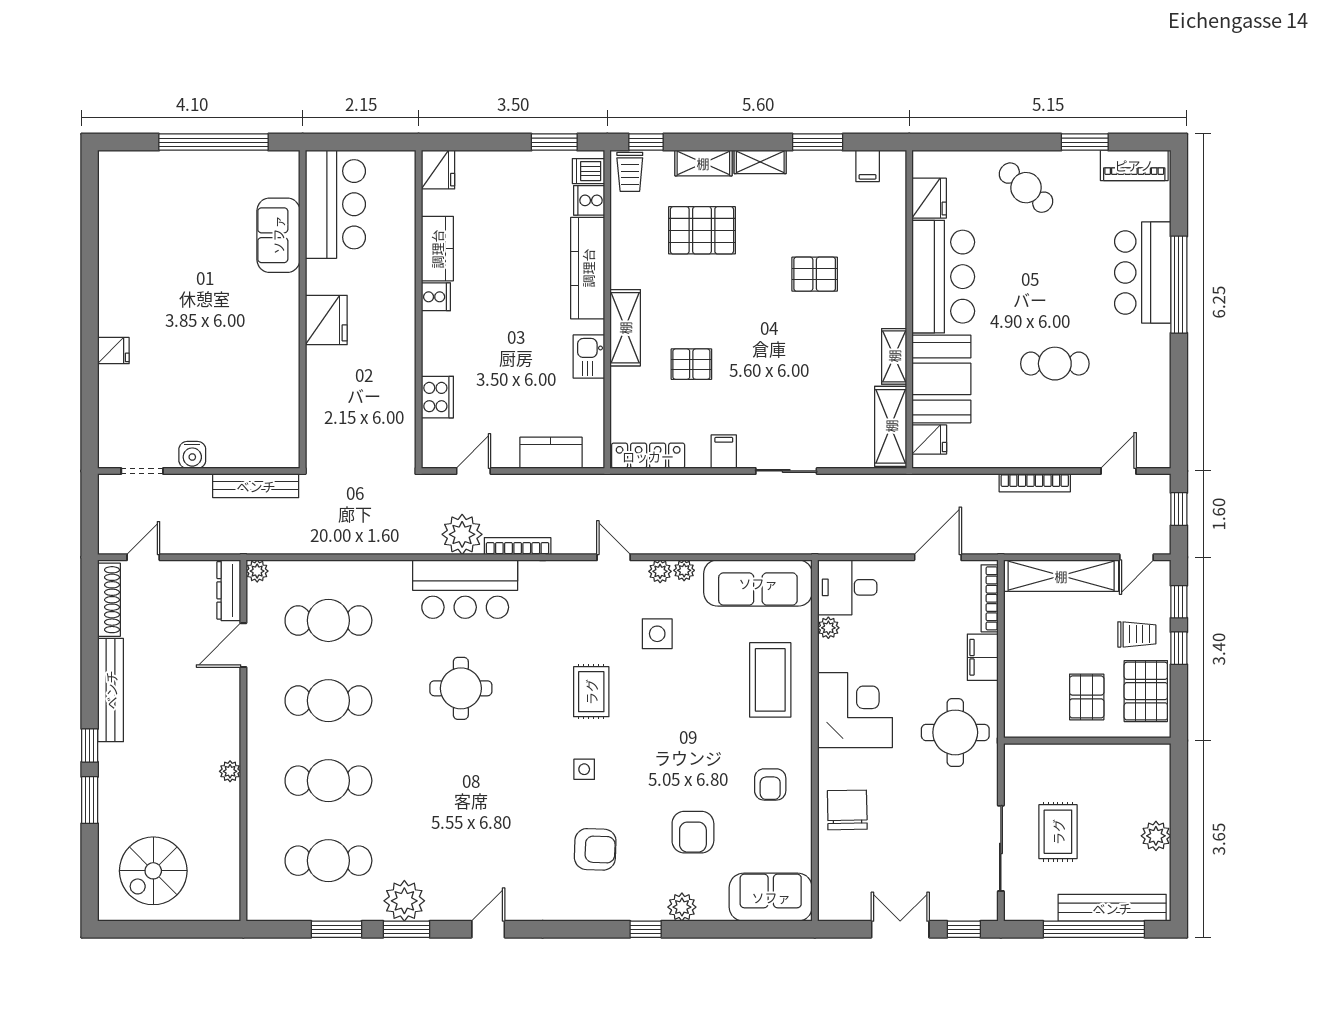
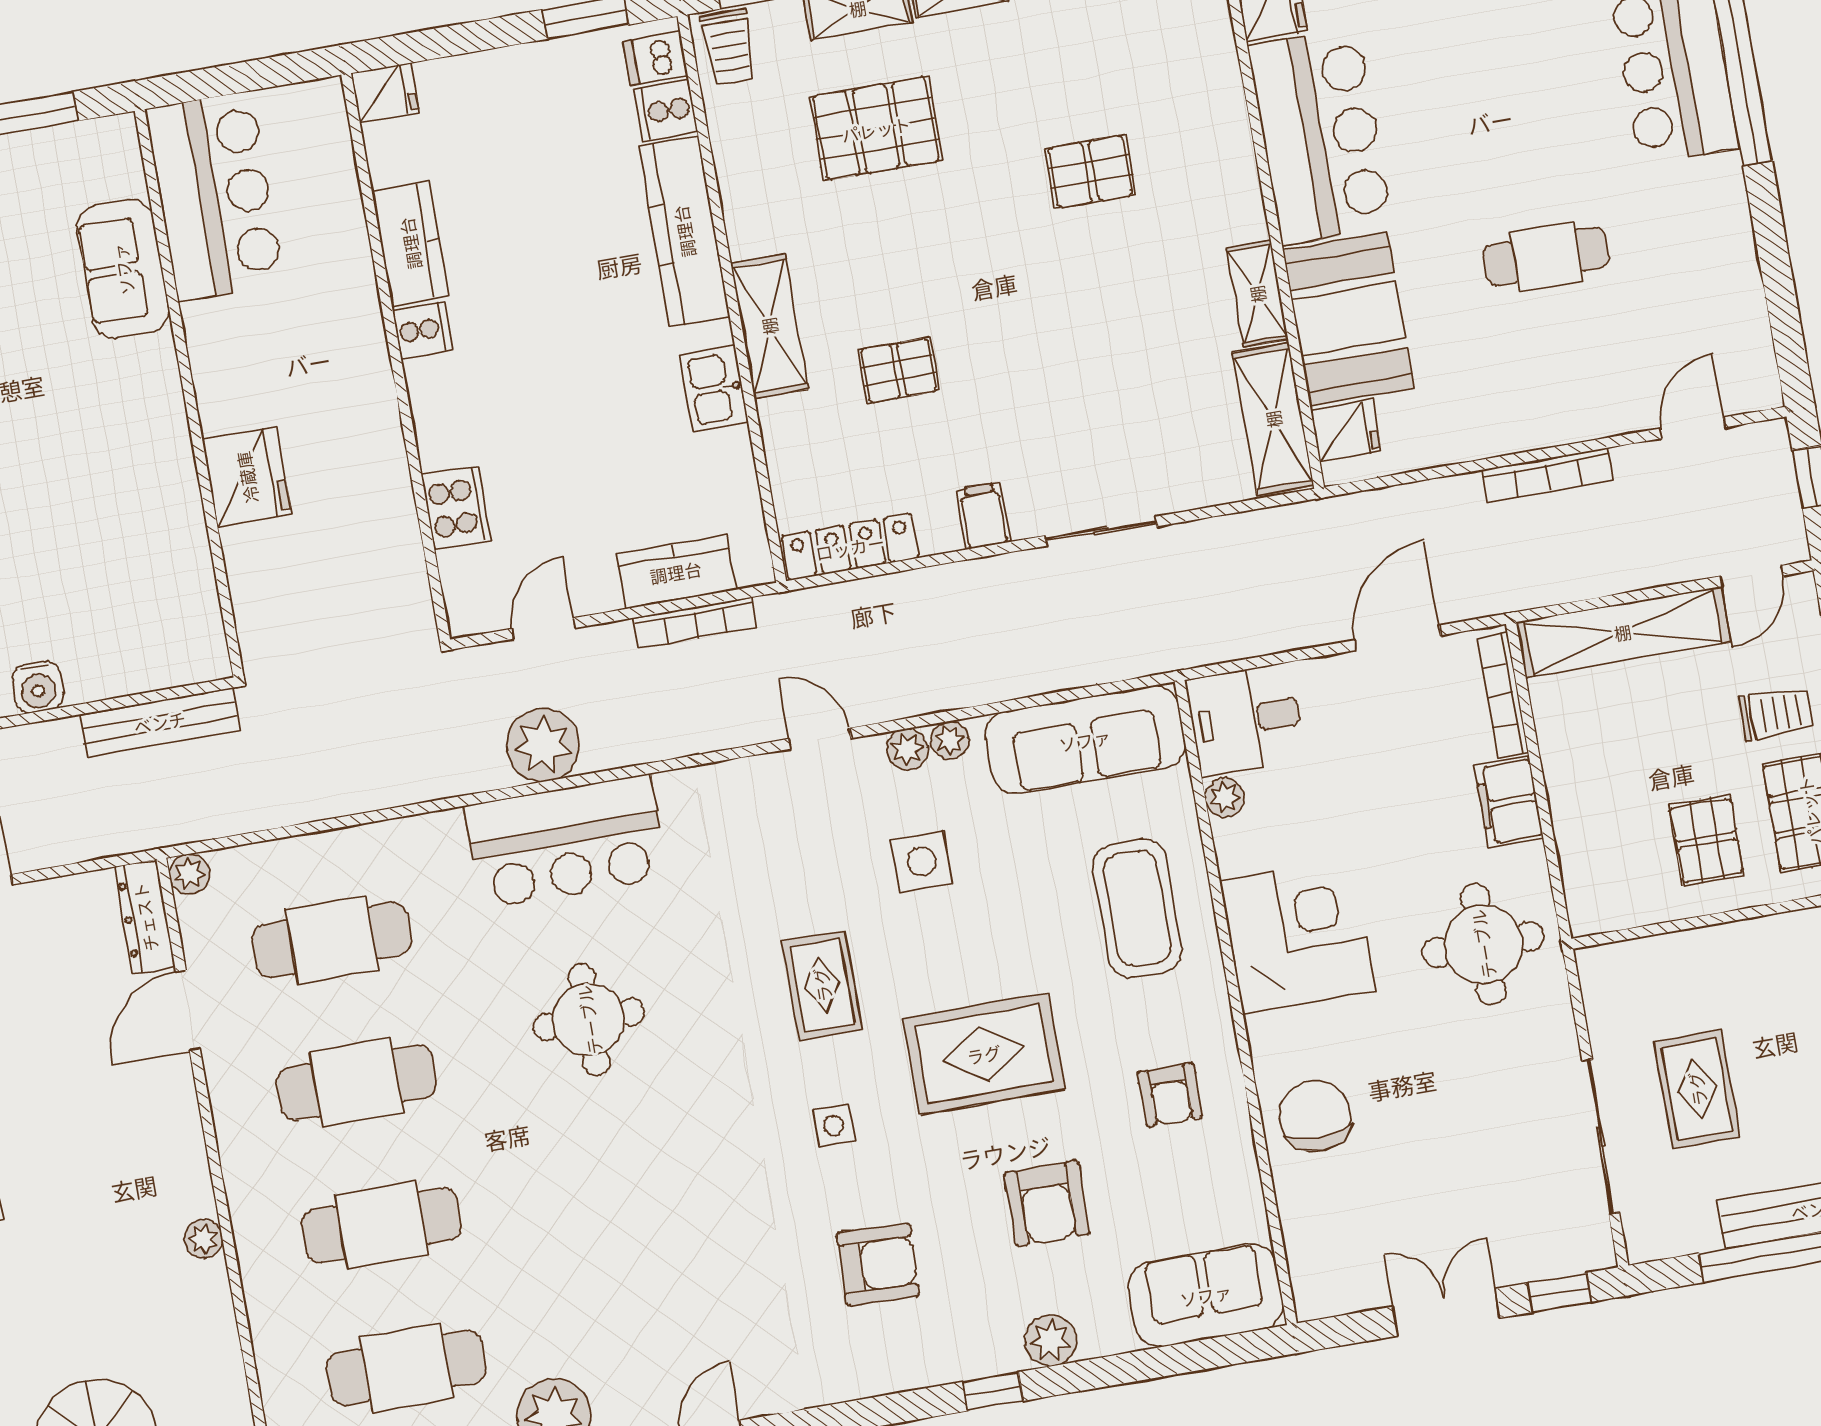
fridge: (438, 170) -> (385, 93), width x0.72
fridge: (326, 320) -> (247, 477), moved
bookcase: (518, 546) -> (695, 622), moved, turned 180
rug: (673, 745) -> (984, 1054), added

